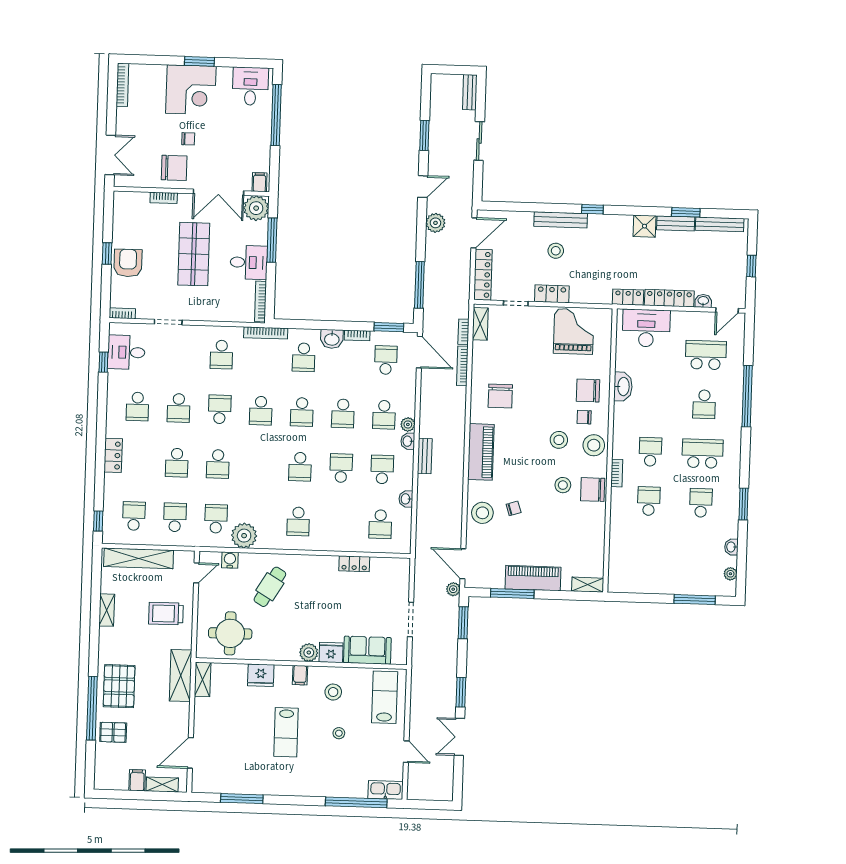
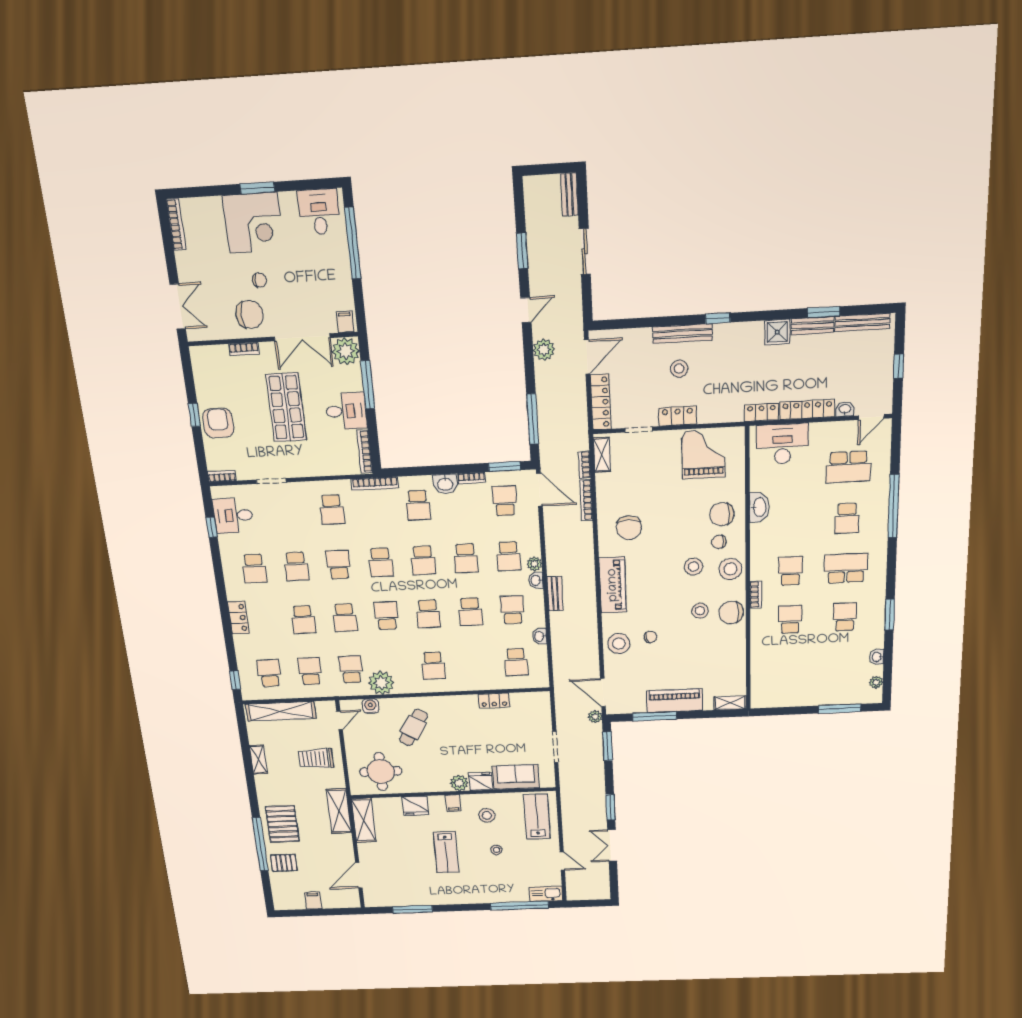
school desk: (706, 355) -> (848, 467), turned 180
school desk: (259, 465) -> (387, 616), added
school desk: (341, 468) -> (470, 612), turned 180
shelving: (203, 679) -> (364, 820), width x1.50, depth x1.33
shelving: (162, 785) -> (337, 903), removed

